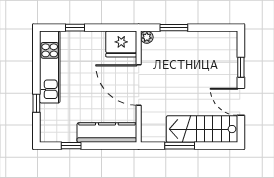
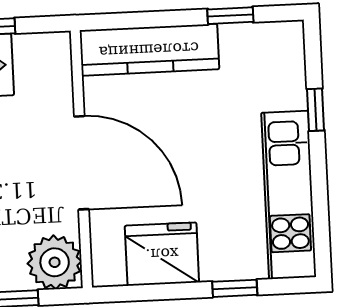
plant: (147, 37) -> (55, 262), width x1.88, depth x1.88
fridge: (121, 44) -> (162, 254), moved

